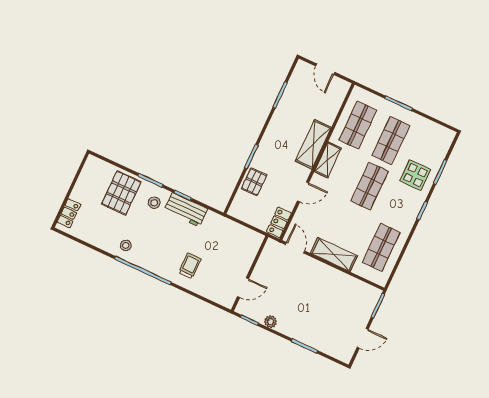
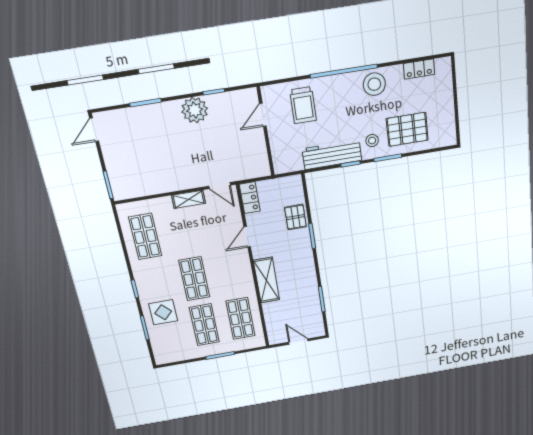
shelving: (328, 160) -> (245, 276), removed
pallet: (121, 193) -> (407, 129), turned 90
workbench: (186, 210) -> (332, 155), width x1.38
locker: (69, 213) -> (419, 69), moved, turned -90
stool: (126, 245) -> (374, 84), width x1.89, depth x1.89
shelving: (334, 255) -> (189, 199), width x0.67, depth x0.75
trolley: (190, 266) -> (303, 105), width x1.36, depth x1.39
wall: (250, 273) -> (266, 132), moved
door: (243, 288) -> (263, 115), moved
plant: (271, 322) -> (195, 110), width x1.88, depth x1.88
door: (363, 338) -> (94, 130), moved

